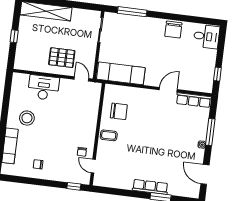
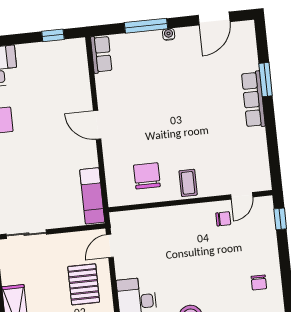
exam couch: (121, 73) -> (92, 196), width x0.73, depth x0.69
door: (168, 90) -> (97, 125), moved
row of seats: (194, 100) -> (101, 54), width x0.68

